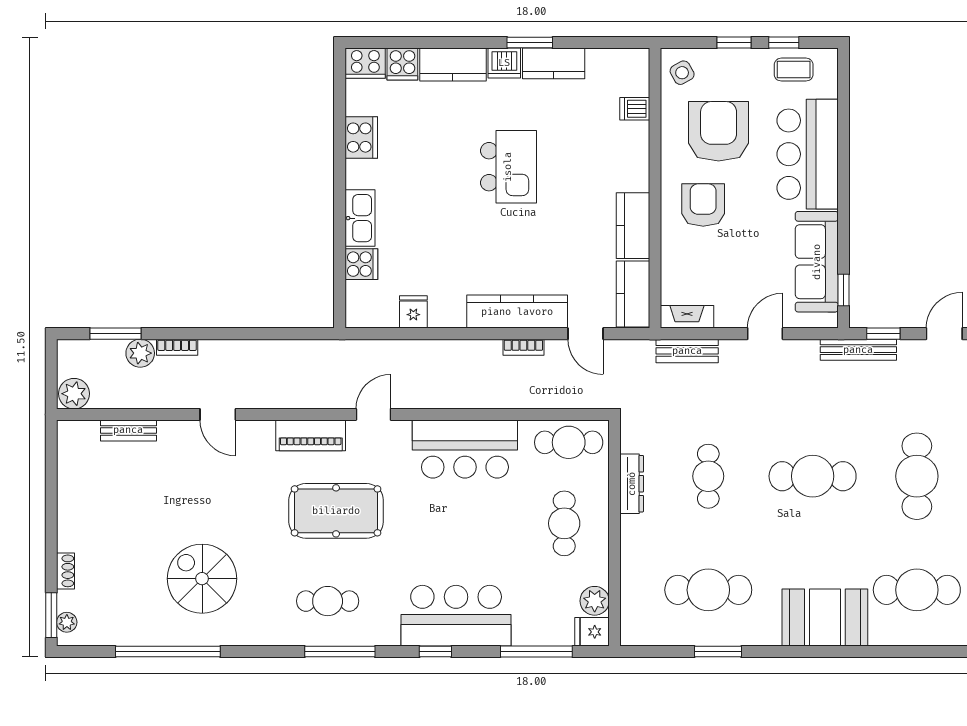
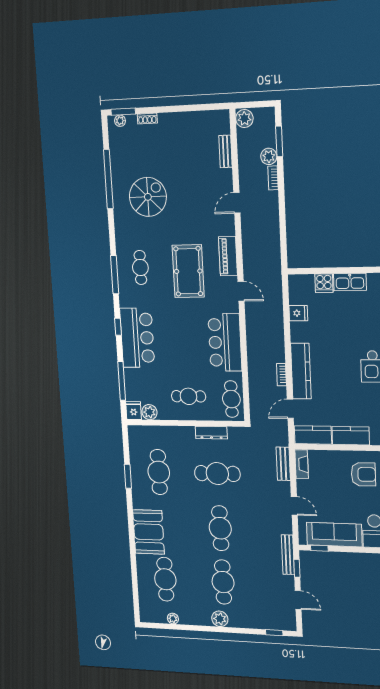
cafe table: (708, 476) -> (217, 474), width x1.37, depth x1.35
cafe table: (917, 476) -> (223, 582), turned 90

